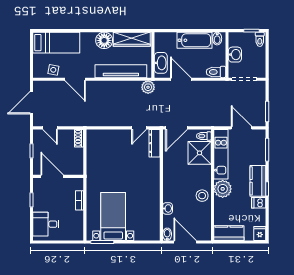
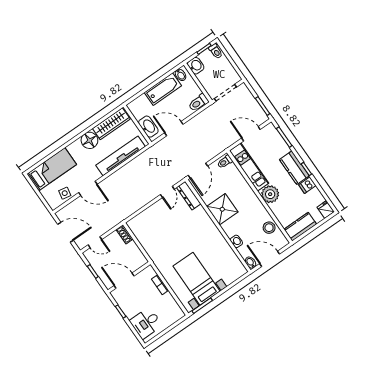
washbasin: (235, 55) -> (196, 66), moved
plant: (148, 87) -> (152, 154), removed
door: (31, 103) -> (65, 232), swing flipped
shower: (200, 153) -> (222, 209), moved
stool: (202, 196) -> (269, 228), moved

